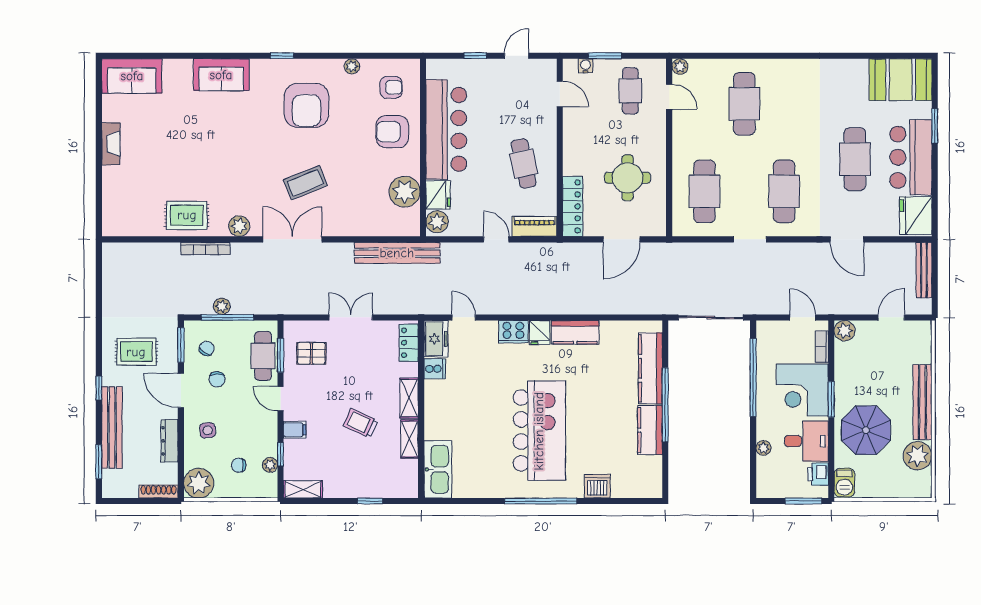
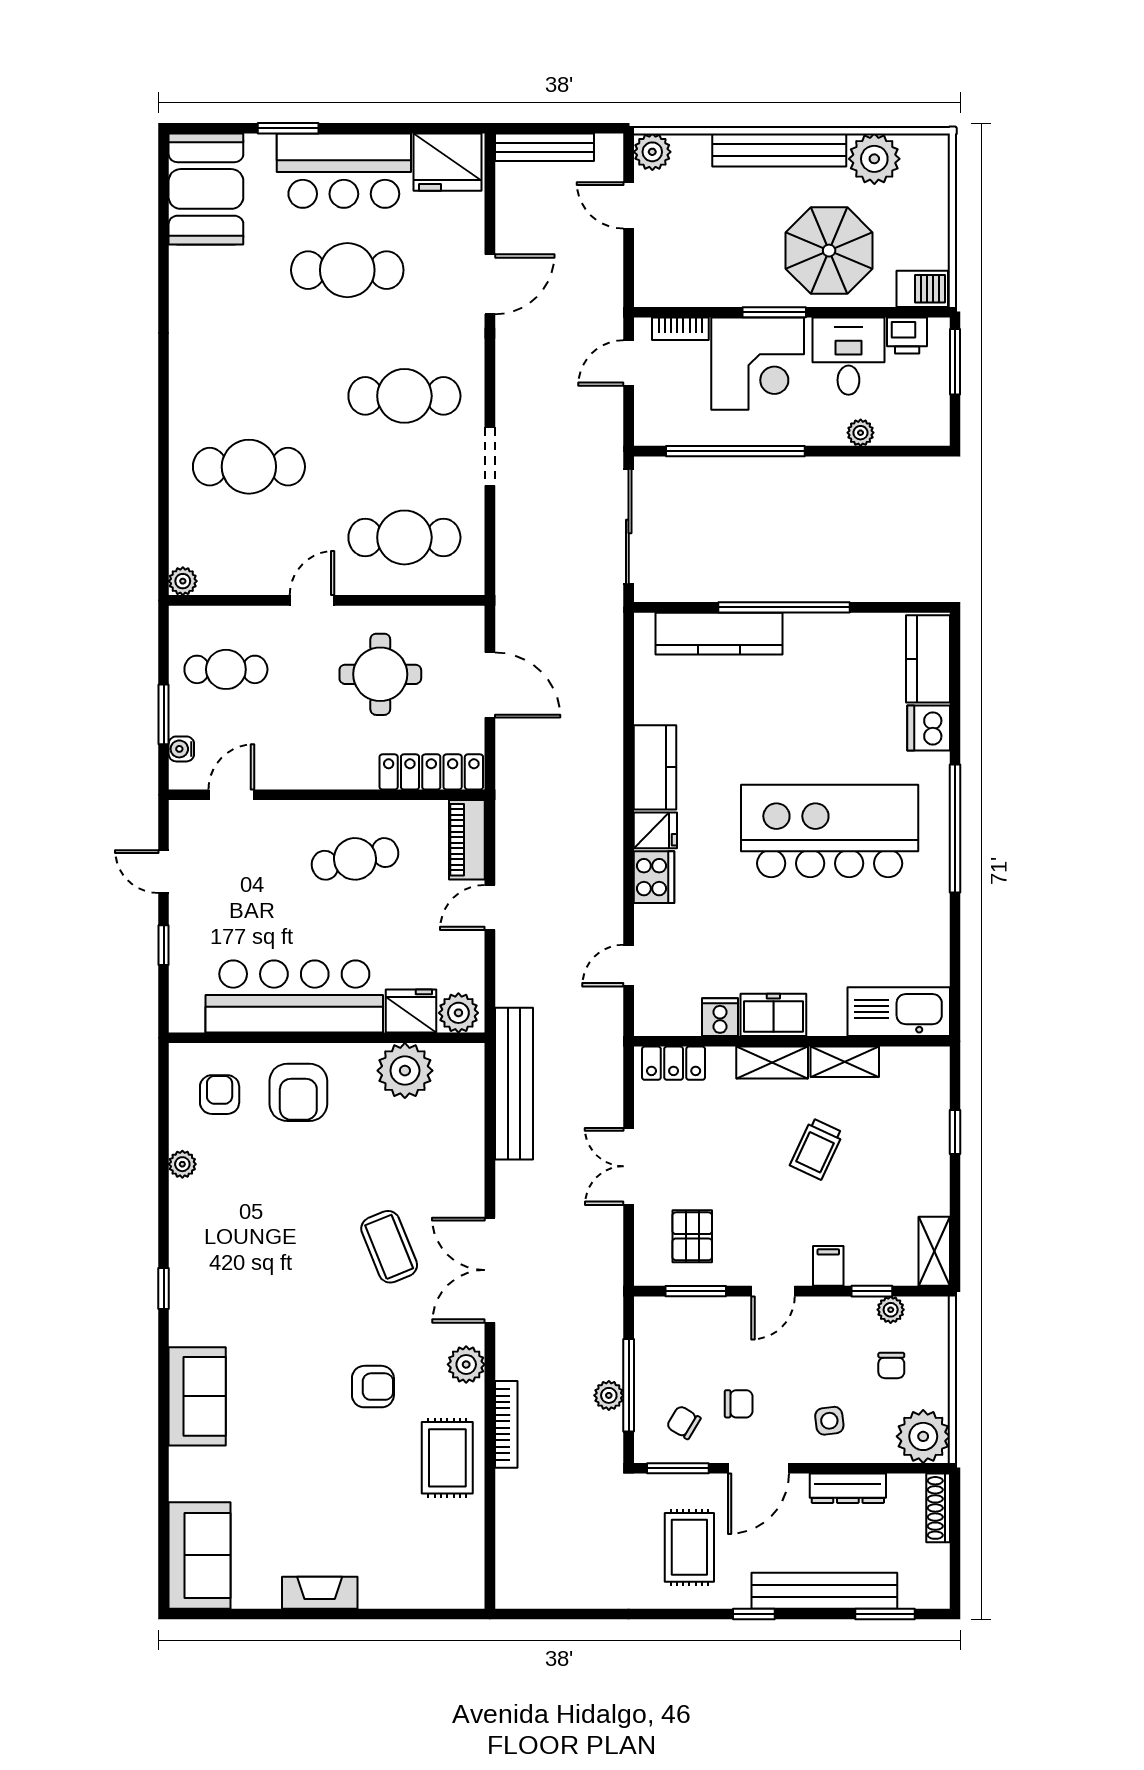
door: (669, 97) -> (312, 600), moved
armchair: (306, 105) -> (373, 1387), moved, width x0.53, depth x0.53
plant: (844, 331) -> (652, 152), moved
freezer: (436, 339) -> (773, 1015), moved
cafe table: (263, 356) -> (697, 1322), removed
kitchen counter: (650, 430) -> (928, 659), moved, turned 90

